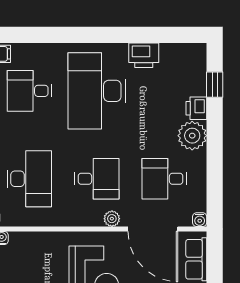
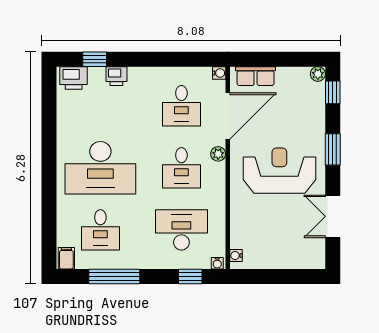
printer: (144, 55) -> (74, 78), moved, turned 90
plant: (192, 136) -> (142, 80), removed
desk: (97, 179) -> (181, 168), turned 180

